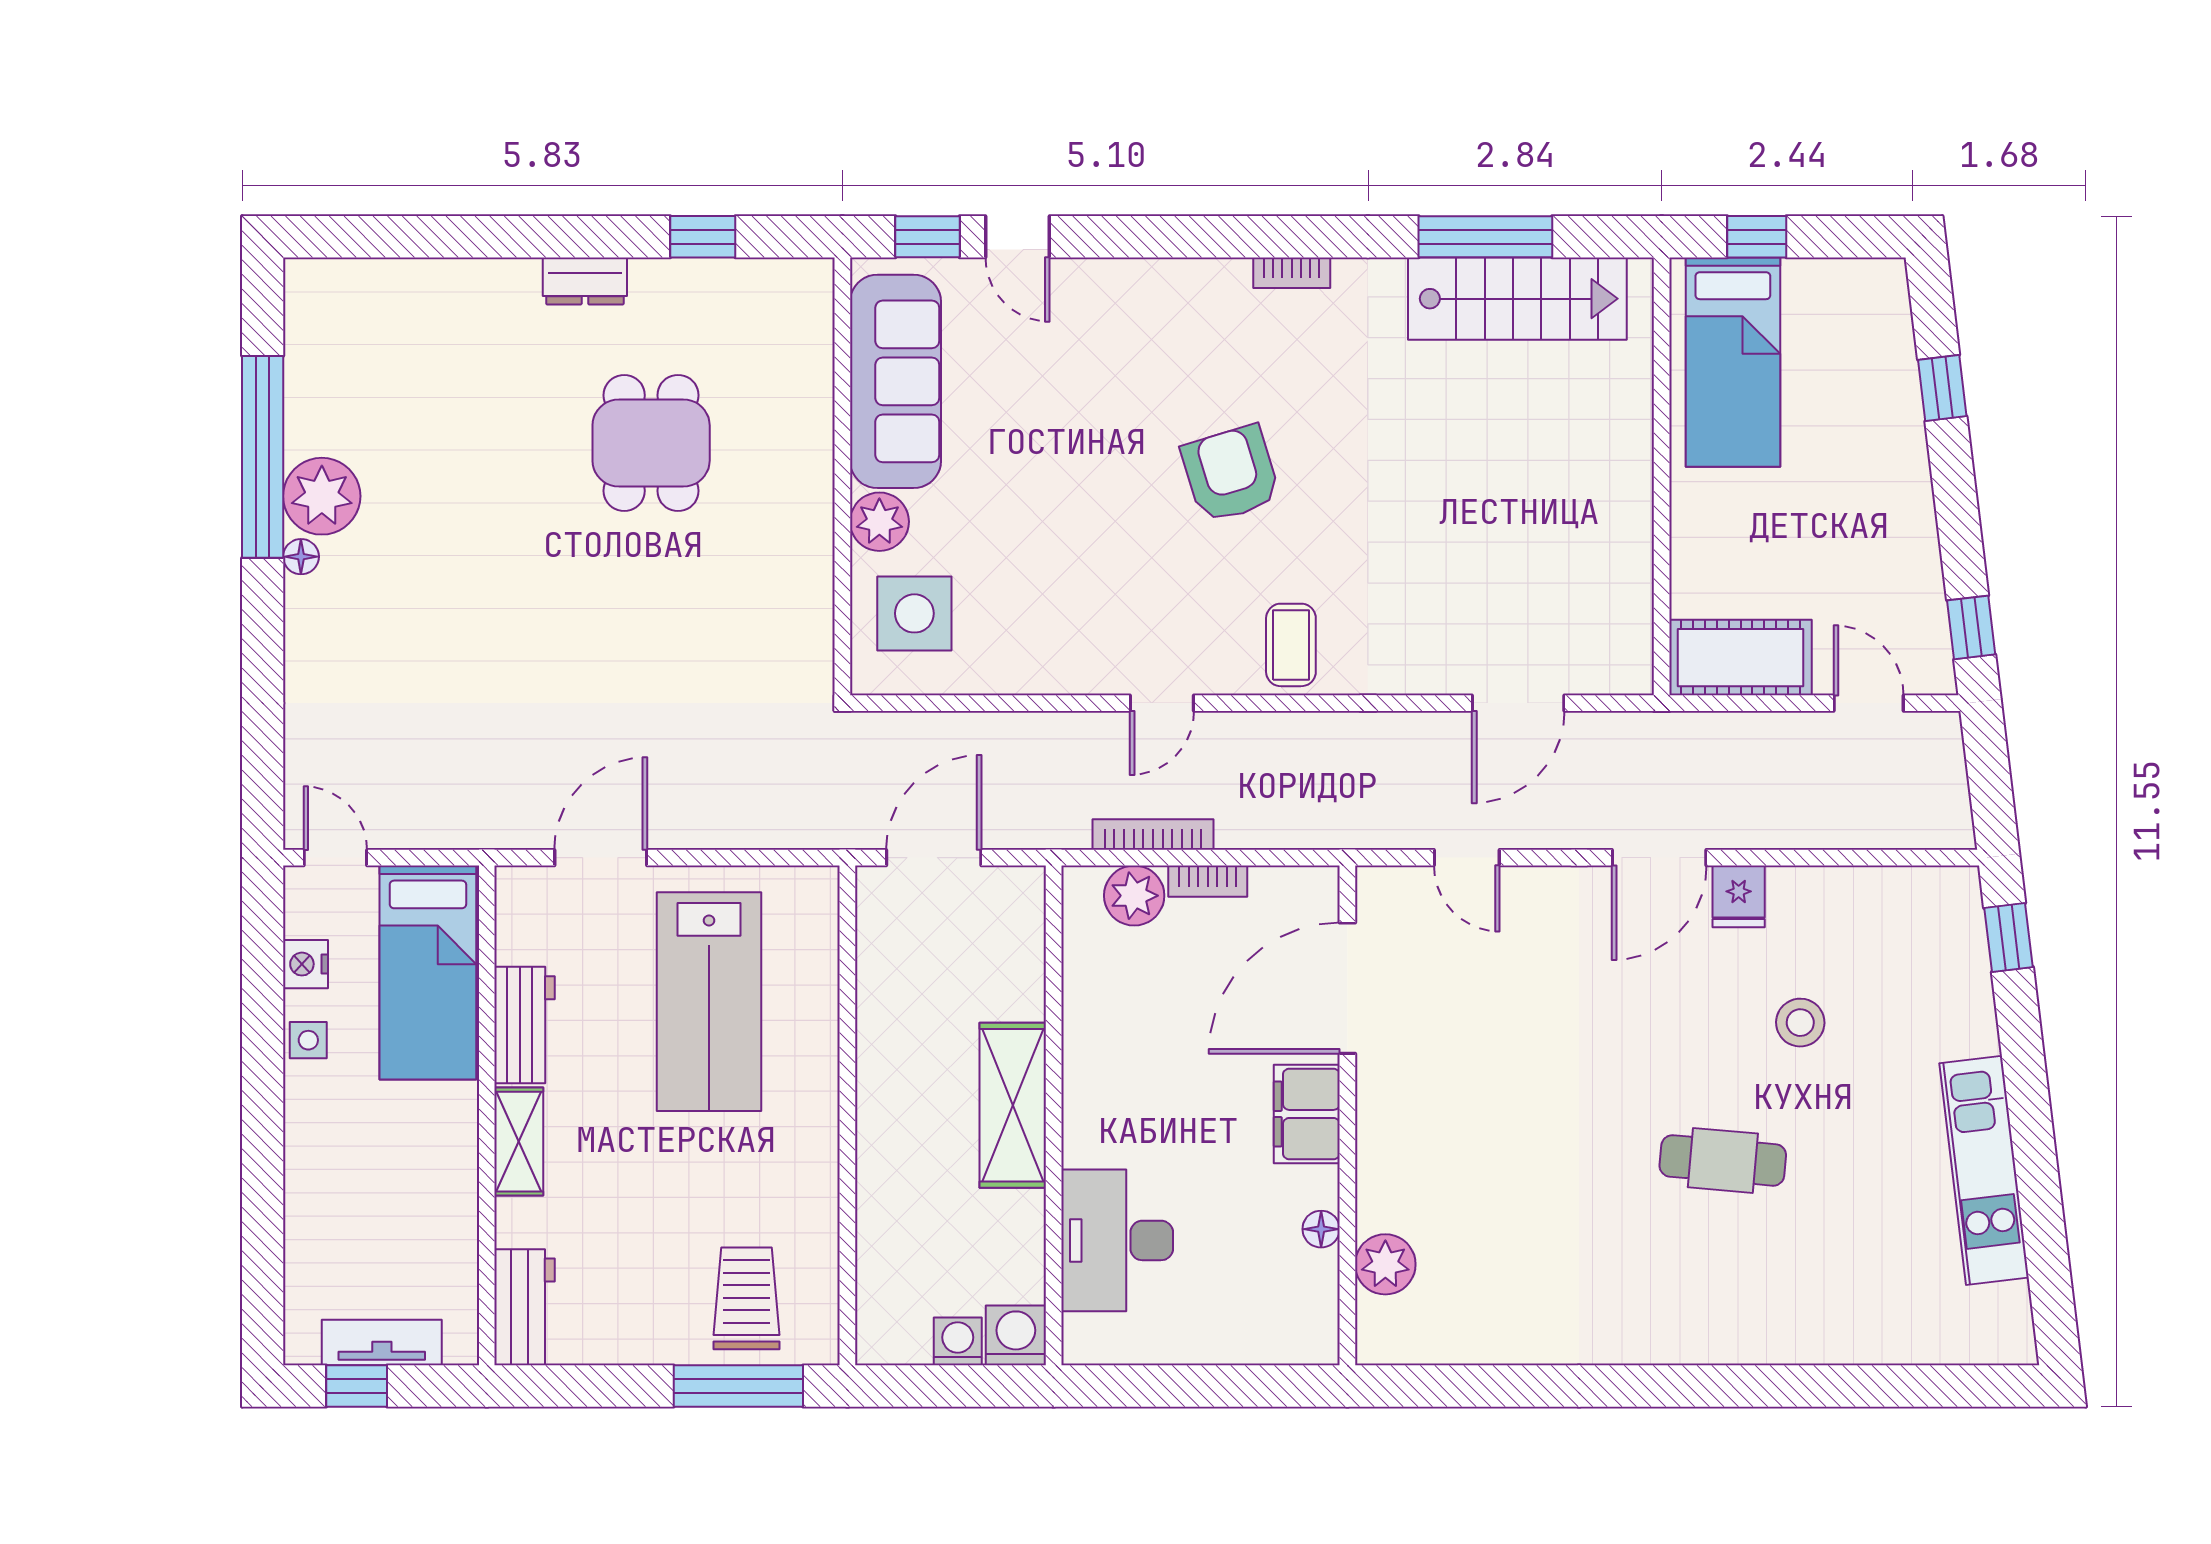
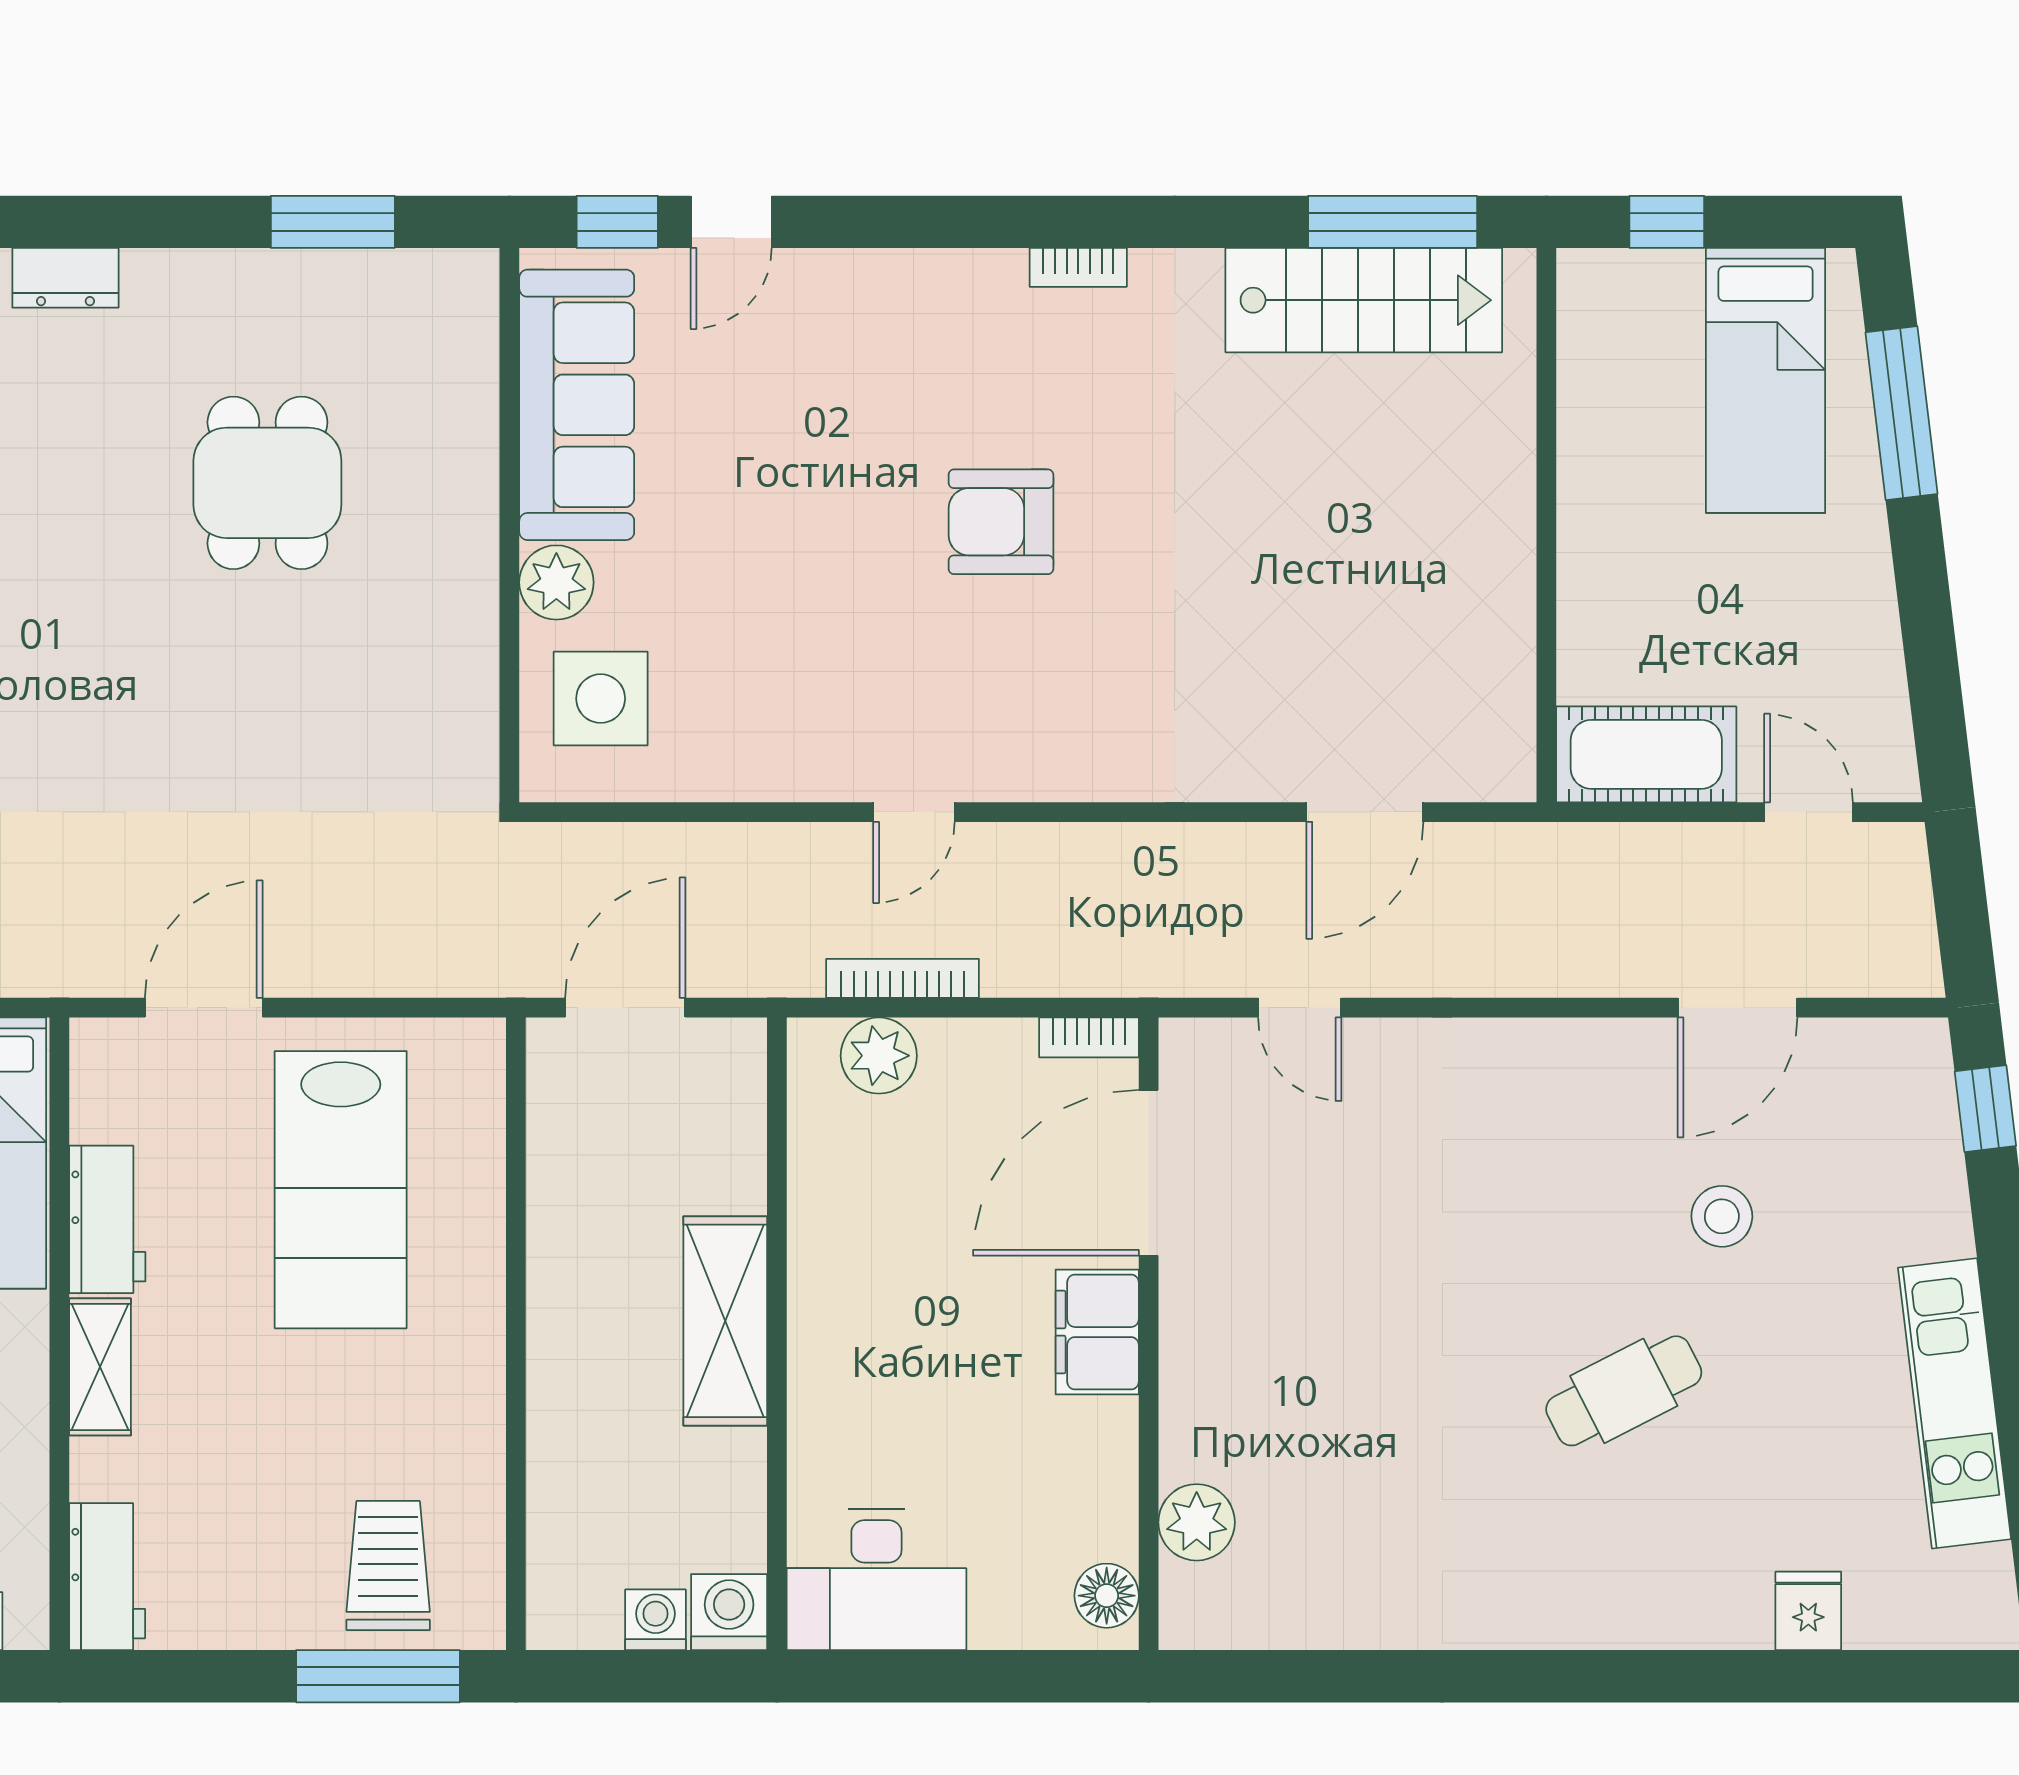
window: (703, 237) -> (333, 222), width x1.50
door: (1018, 237) -> (731, 222), hinge flipped
window: (1485, 237) -> (1393, 222), moved
dresser: (585, 281) -> (65, 278), moved
bed: (1733, 362) -> (1766, 380), moved
window: (1942, 388) -> (1902, 413), width x2.17
armchair: (1231, 474) -> (1001, 522), turned -73
window: (1971, 627) -> (1938, 716), removed
coffee table: (1291, 645) -> (1077, 738), removed
door: (1659, 858) -> (1737, 1008), moved
bookcase: (1208, 881) -> (1089, 1037), moved
fridge: (1739, 896) -> (1808, 1611), moved, turned 180
cafe table: (1723, 1160) -> (1624, 1391), turned -32
floor lamp: (1321, 1229) -> (1107, 1596), moved, width x1.37, depth x1.37
desk: (1117, 1240) -> (876, 1579), moved, turned -90

